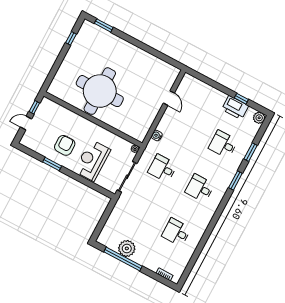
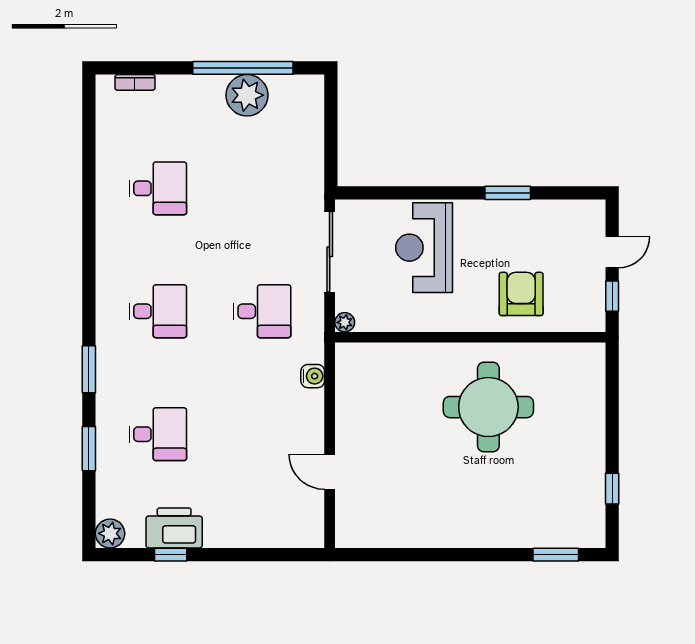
round table: (100, 91) -> (488, 407), width x0.73, depth x0.73
armchair: (65, 145) -> (521, 294), moved, turned 180
reception desk: (92, 160) -> (424, 248), turned 180

